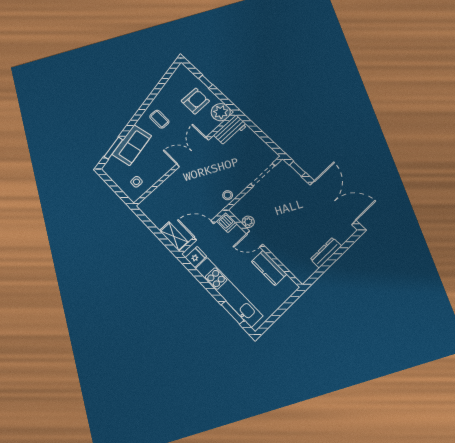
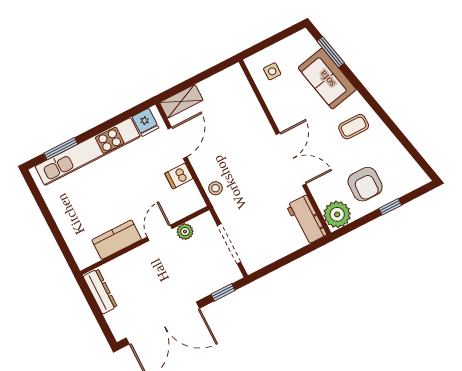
plant: (248, 222) -> (185, 232), moved
door: (255, 239) -> (160, 233), moved
wall: (263, 248) -> (145, 240), moved
kitchen counter: (269, 268) -> (117, 240), moved

